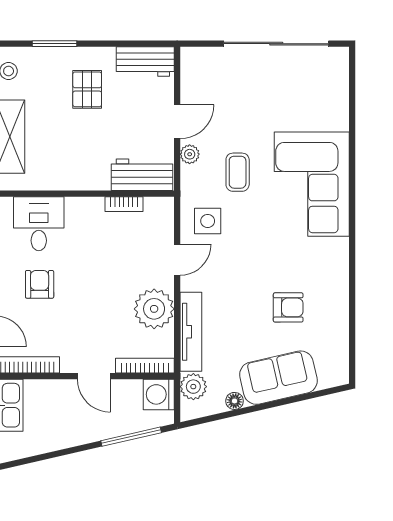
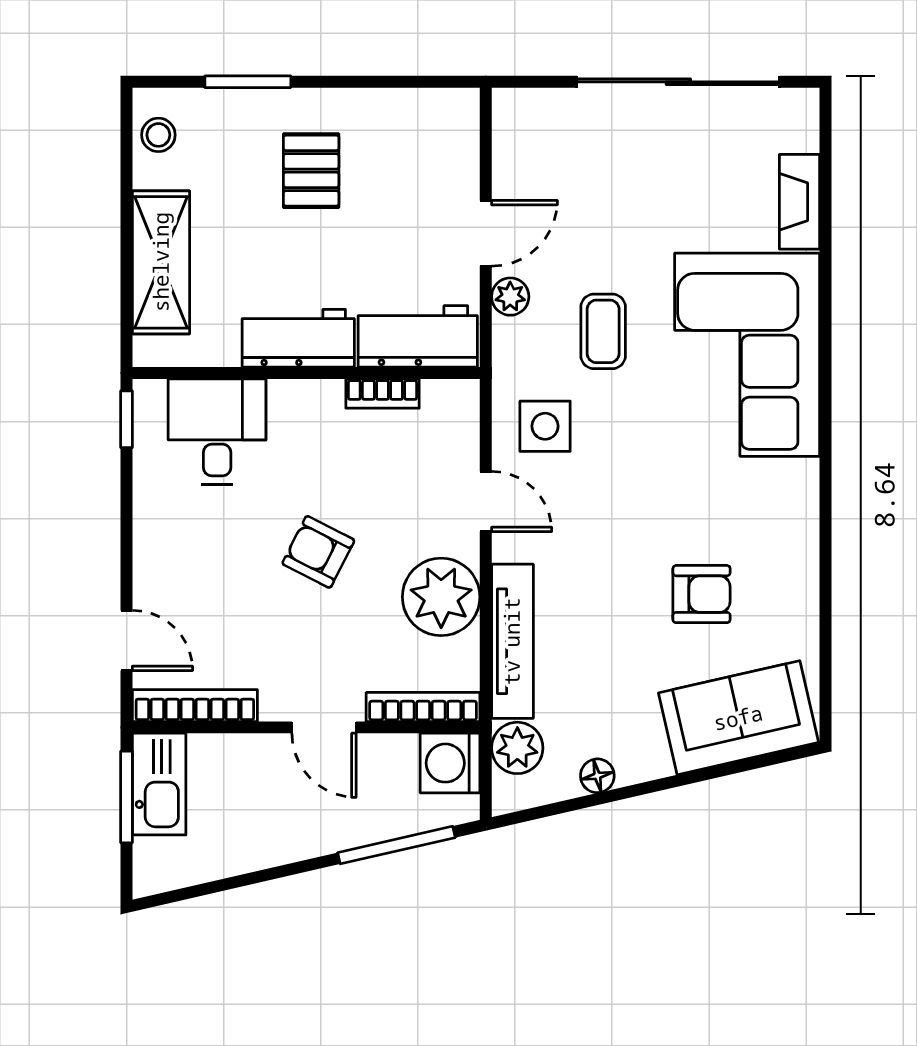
workbench: (145, 62) -> (298, 338), moved, turned 180
fireplace: (339, 105) -> (800, 202), added
door: (177, 260) -> (486, 501), hinge flipped
armchair: (40, 284) -> (318, 552), moved, turned -63
sofa: (278, 378) -> (738, 718), moved

